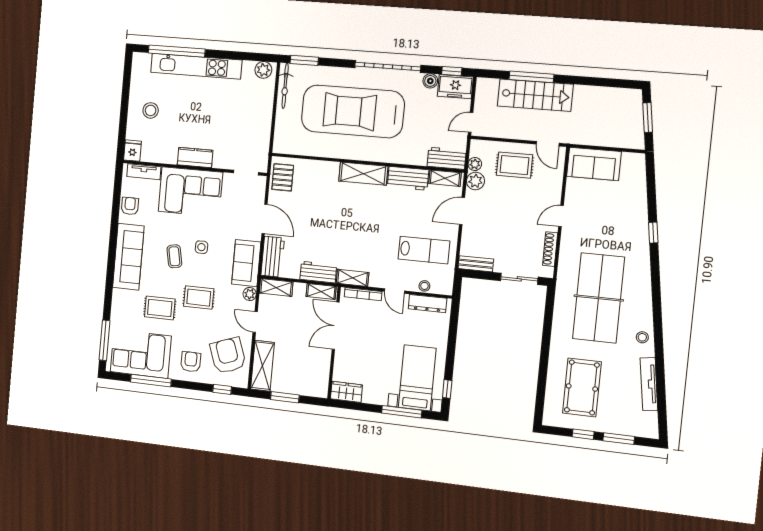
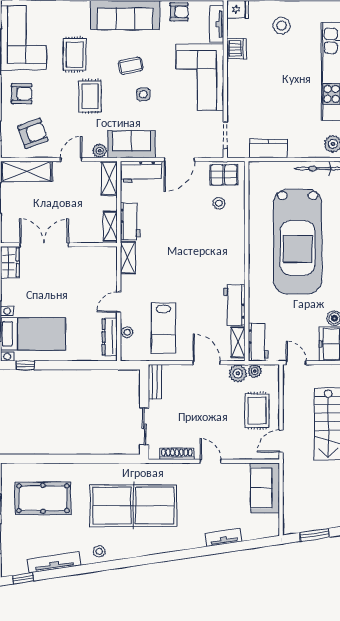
car: (353, 111) -> (298, 242), turned 180
dishwasher: (168, 155) -> (237, 49), added
kitchen counter: (195, 158) -> (268, 148), moved, turned -90
shelving: (363, 174) -> (235, 259), removed
stool: (309, 185) -> (219, 203), added
tv unit: (641, 210) -> (223, 537), added
window: (653, 233) -> (23, 578), moved
bookcase: (363, 294) -> (112, 270), removed
double door: (336, 326) -> (44, 245), moved
armchair: (228, 355) -> (33, 133), width x0.73, depth x0.73

